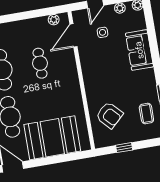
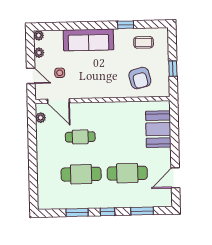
sofa: (139, 50) -> (88, 40), width x1.36
armchair: (109, 115) -> (140, 78), turned 119
booth: (52, 138) -> (158, 129), width x0.73, depth x0.70

